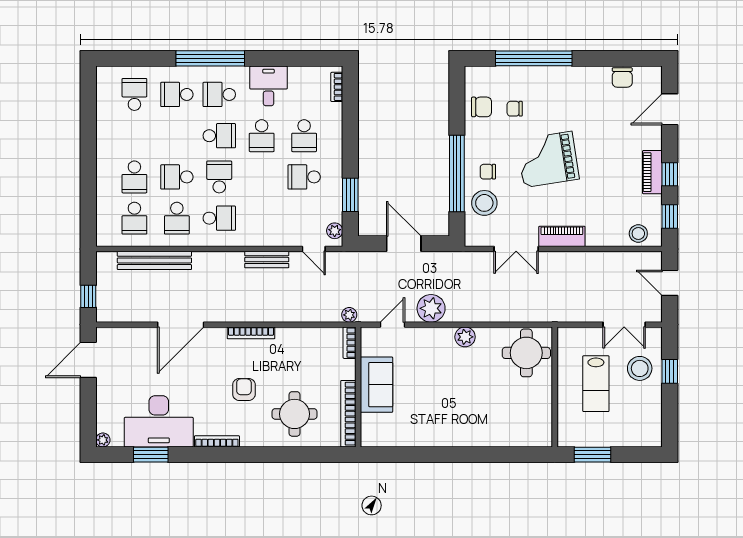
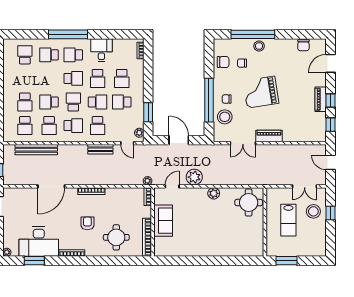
school desk: (262, 177) -> (98, 102), added
school desk: (262, 218) -> (98, 126), added
stool: (638, 234) -> (259, 46), moved

